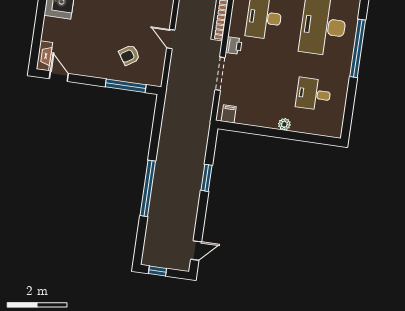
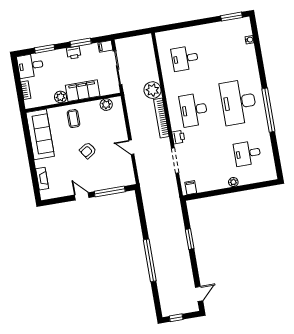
armchair: (129, 55) -> (88, 150), moved
fireplace: (44, 56) -> (42, 179), moved
door: (59, 76) -> (82, 196), moved

